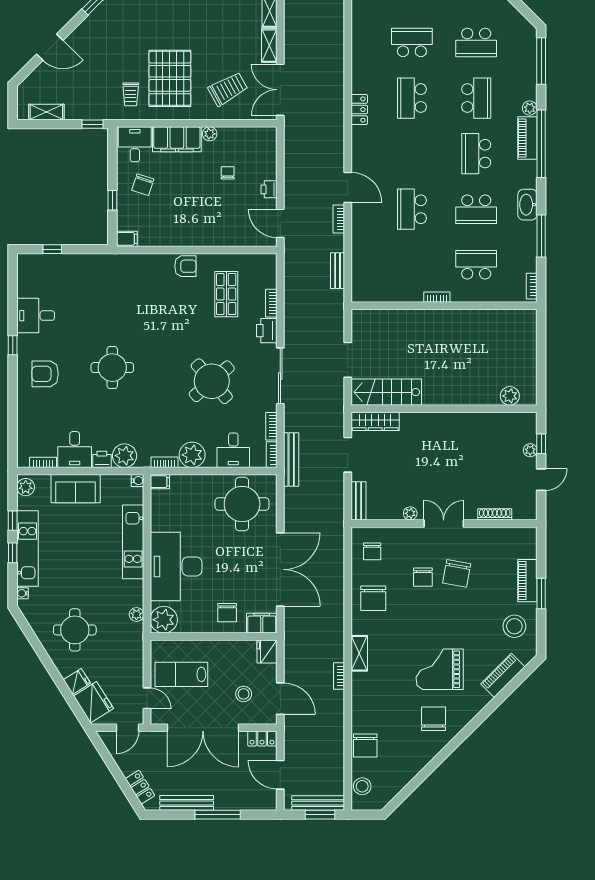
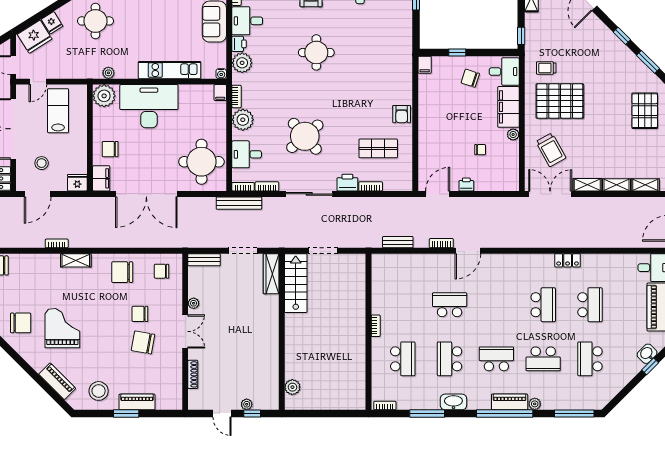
school desk: (412, 98) -> (543, 305), turned 90
locker: (359, 110) -> (568, 260), moved

